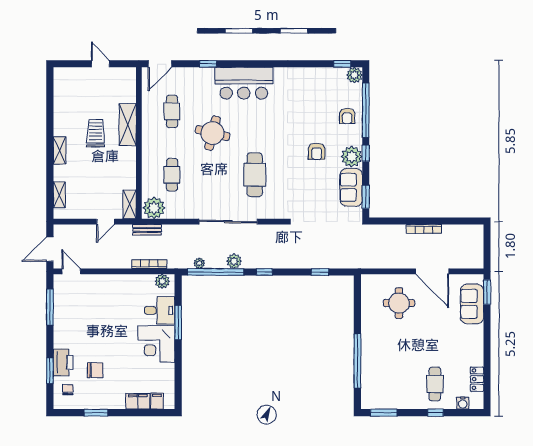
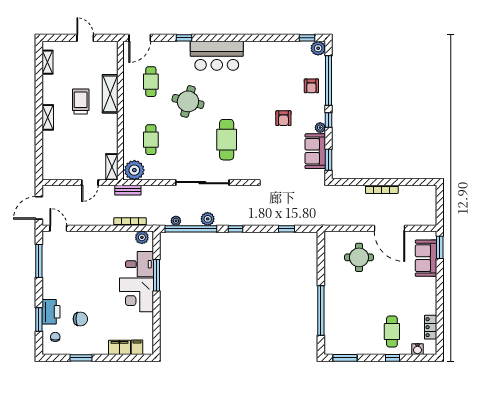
plant: (352, 157) -> (320, 128), width x0.53, depth x0.53
shelving: (59, 195) -> (47, 62), moved

